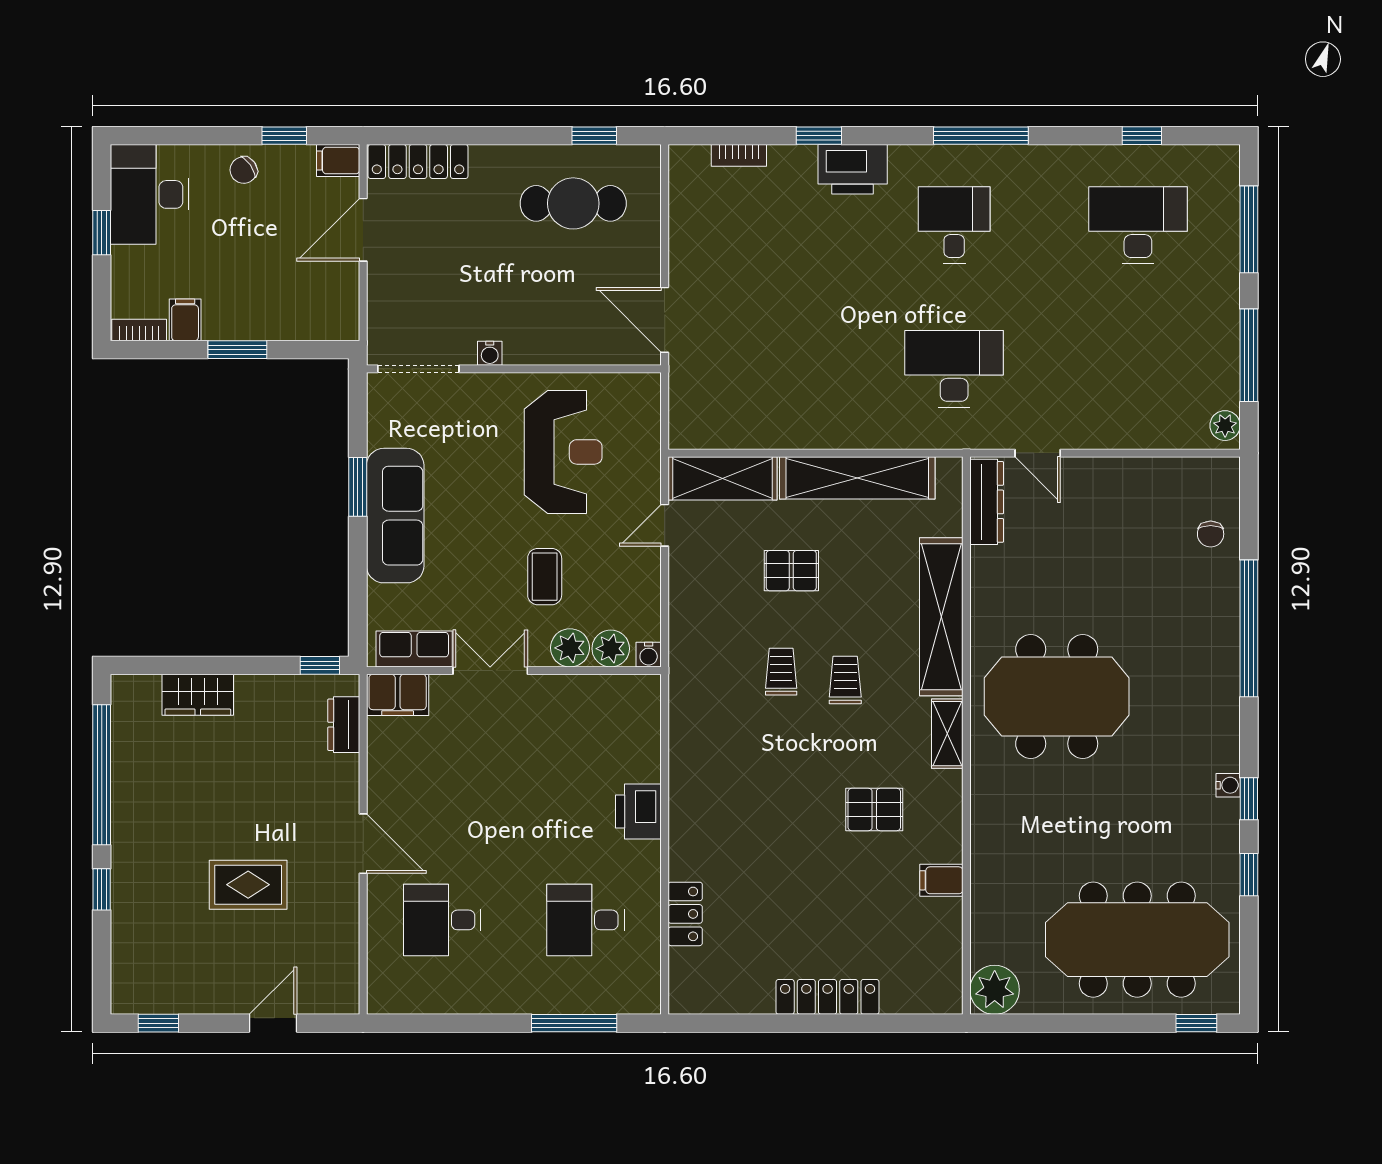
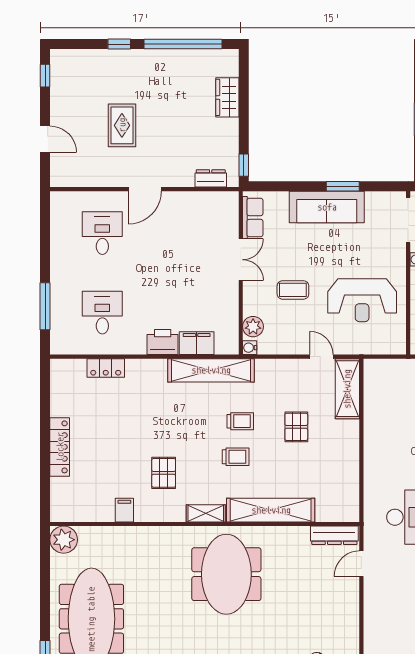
shelving: (857, 478) -> (211, 370), moved, turned 90
plant: (570, 648) -> (253, 304), removed
filing cabinet: (398, 695) -> (197, 343), moved, turned 90

